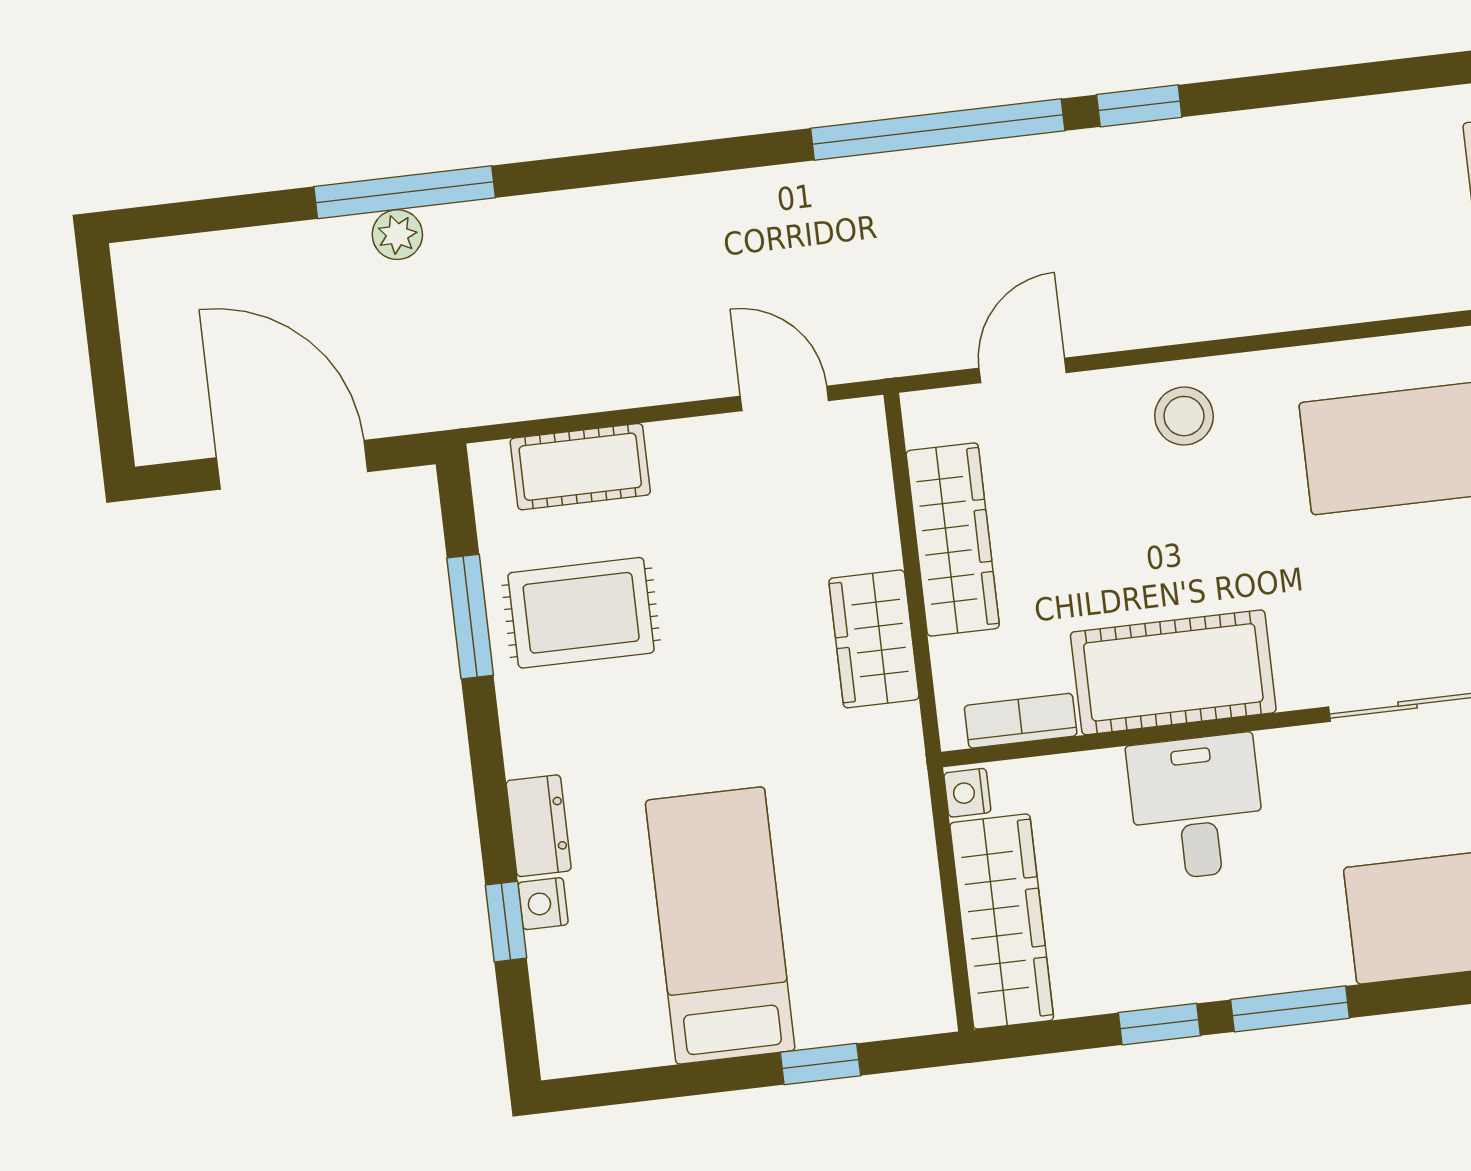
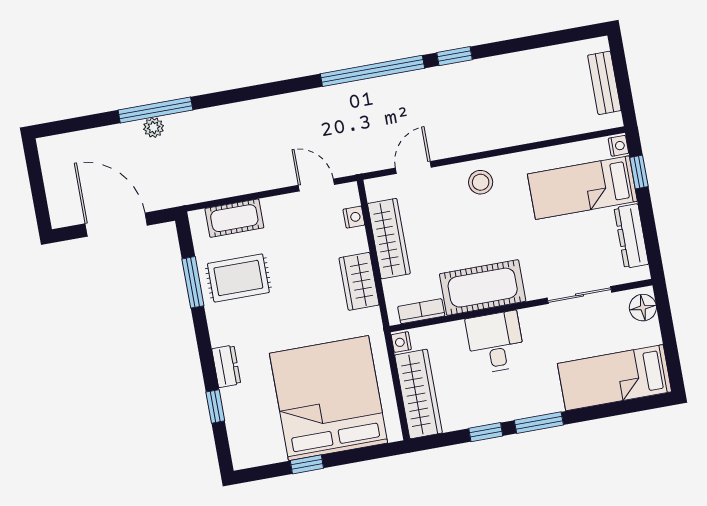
nightstand: (543, 904) -> (354, 217), moved, turned 180
bed: (720, 925) -> (329, 398), width x2.04
window: (820, 1064) -> (307, 464), moved

